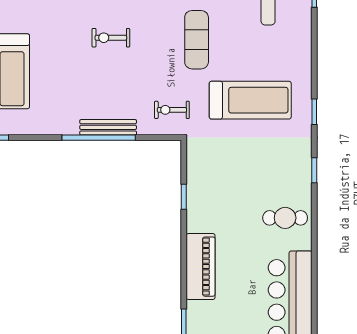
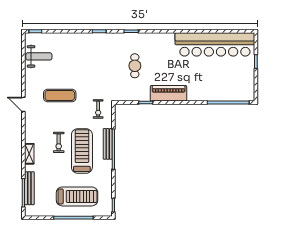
treadmill: (250, 100) -> (82, 151), moved
cafe table: (285, 218) -> (135, 66), moved
piano: (201, 267) -> (169, 93), moved

